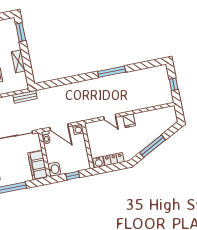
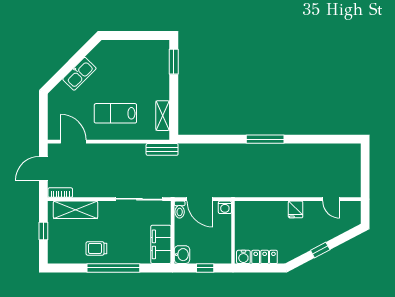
shelving: (18, 61) -> (163, 116), moved
window: (112, 72) -> (265, 139), moved
window: (174, 84) -> (365, 173), removed
door: (110, 117) -> (331, 199), moved
window: (153, 146) -> (320, 250), width x0.46

